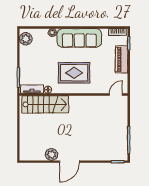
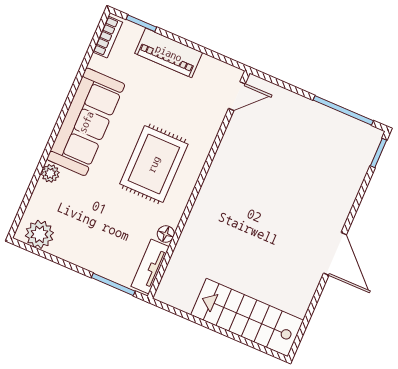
door: (116, 95) -> (237, 96), swing flipped
stairs: (45, 104) -> (247, 318), moved, turned -90
plant: (51, 155) -> (304, 285), removed

